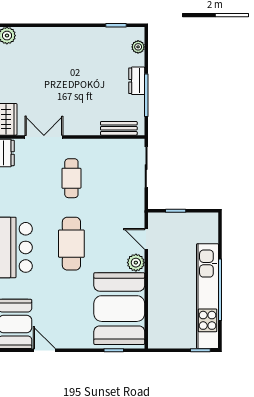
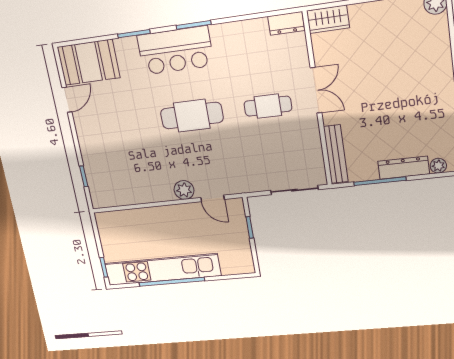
dresser: (137, 81) -> (404, 168), width x1.44
bench: (119, 128) -> (336, 154), width x1.36
double door: (44, 137) -> (316, 90), moved
door: (146, 239) -> (213, 199), swing flipped
booth: (119, 309) -> (130, 177), removed

